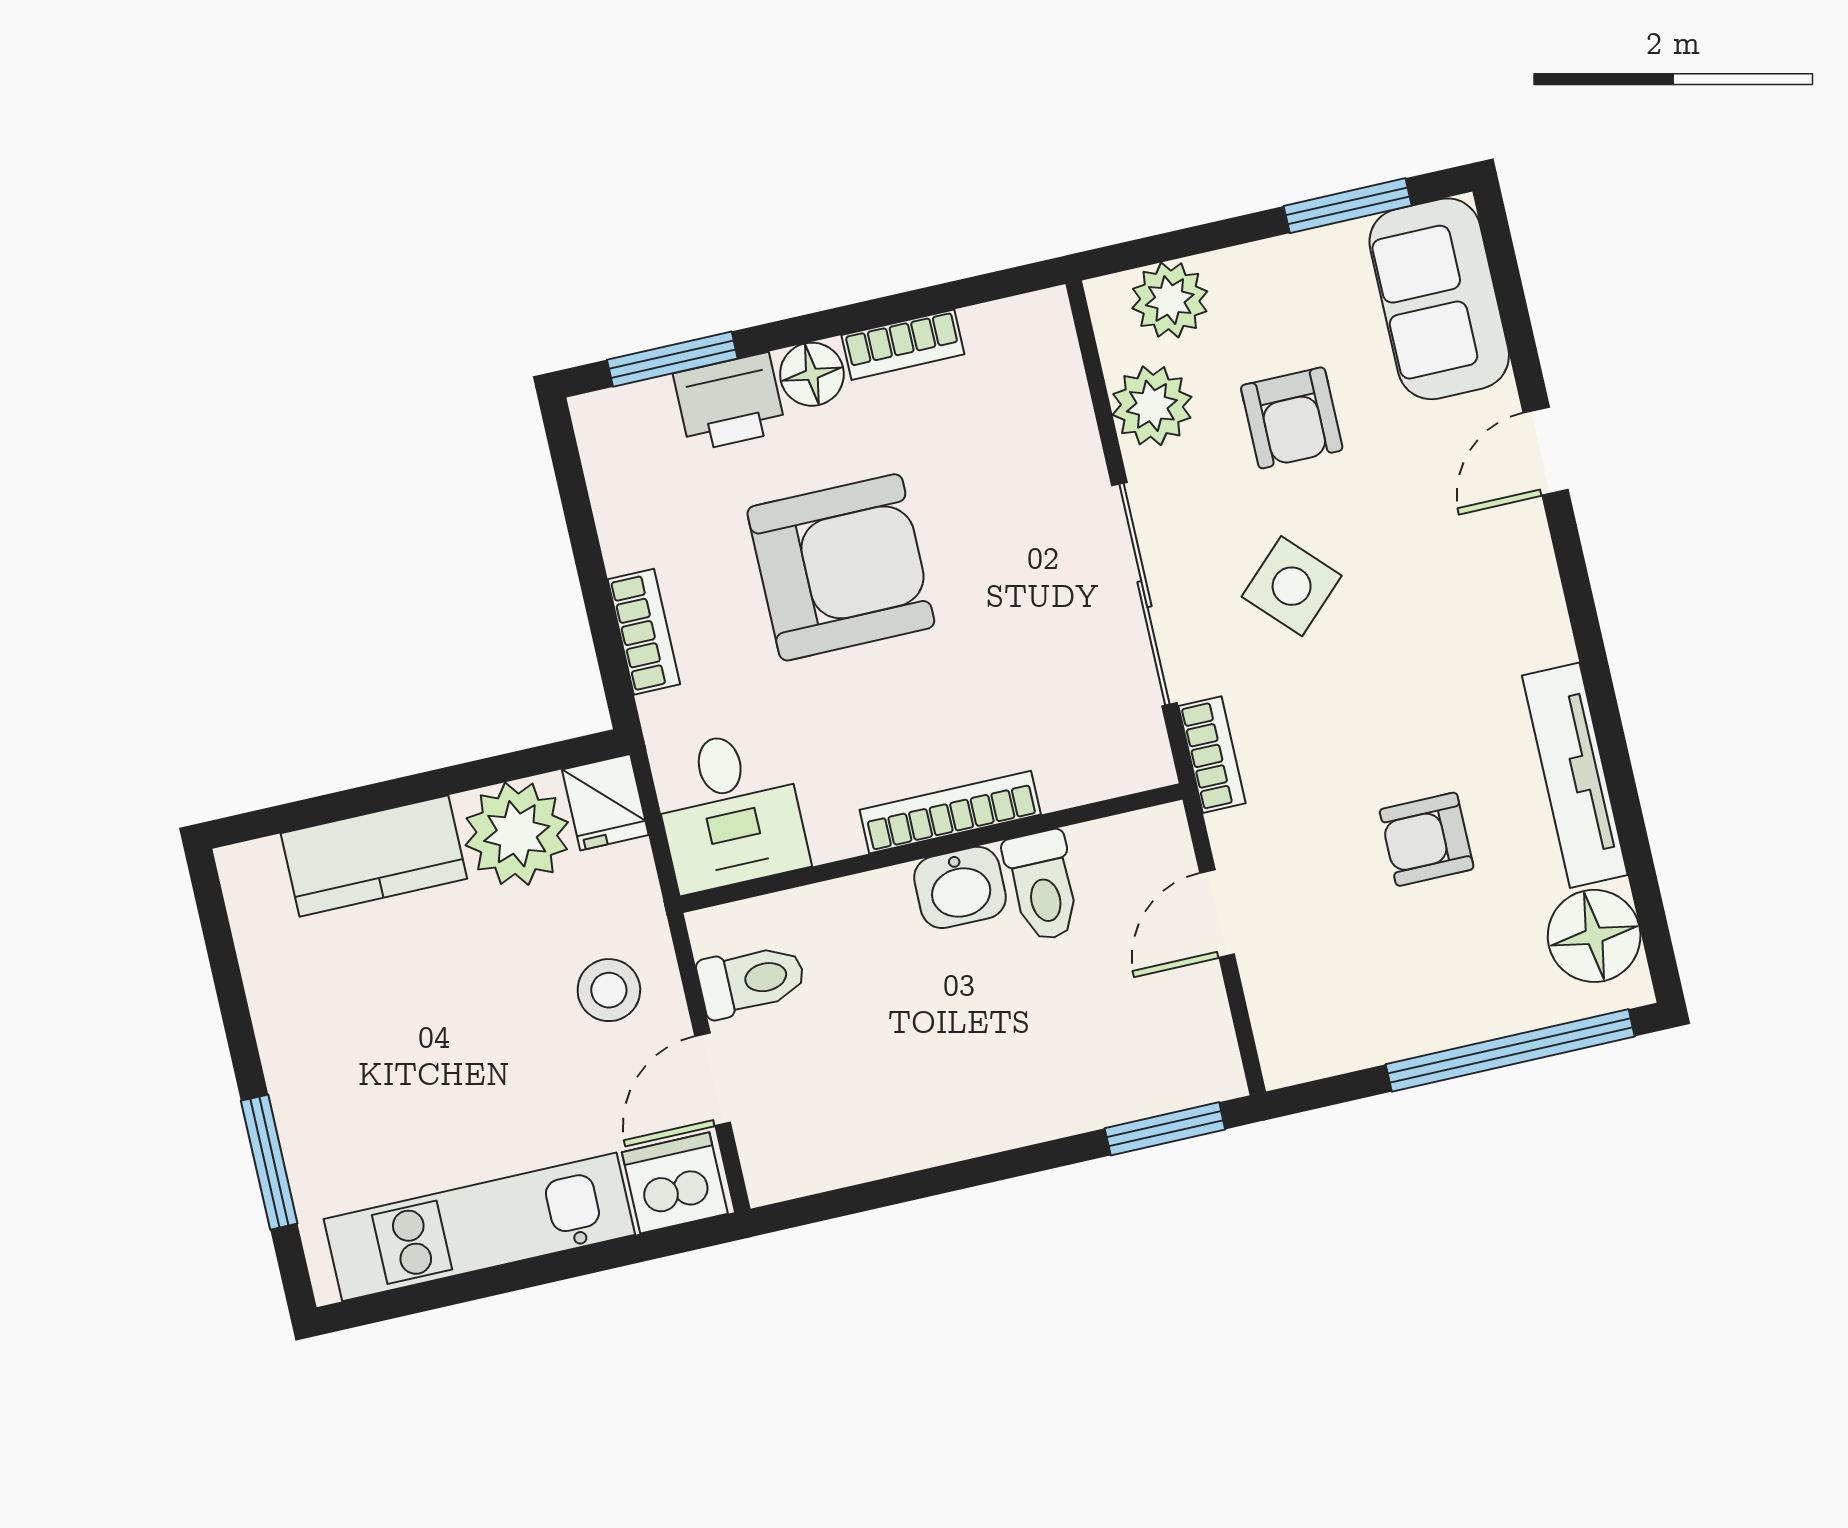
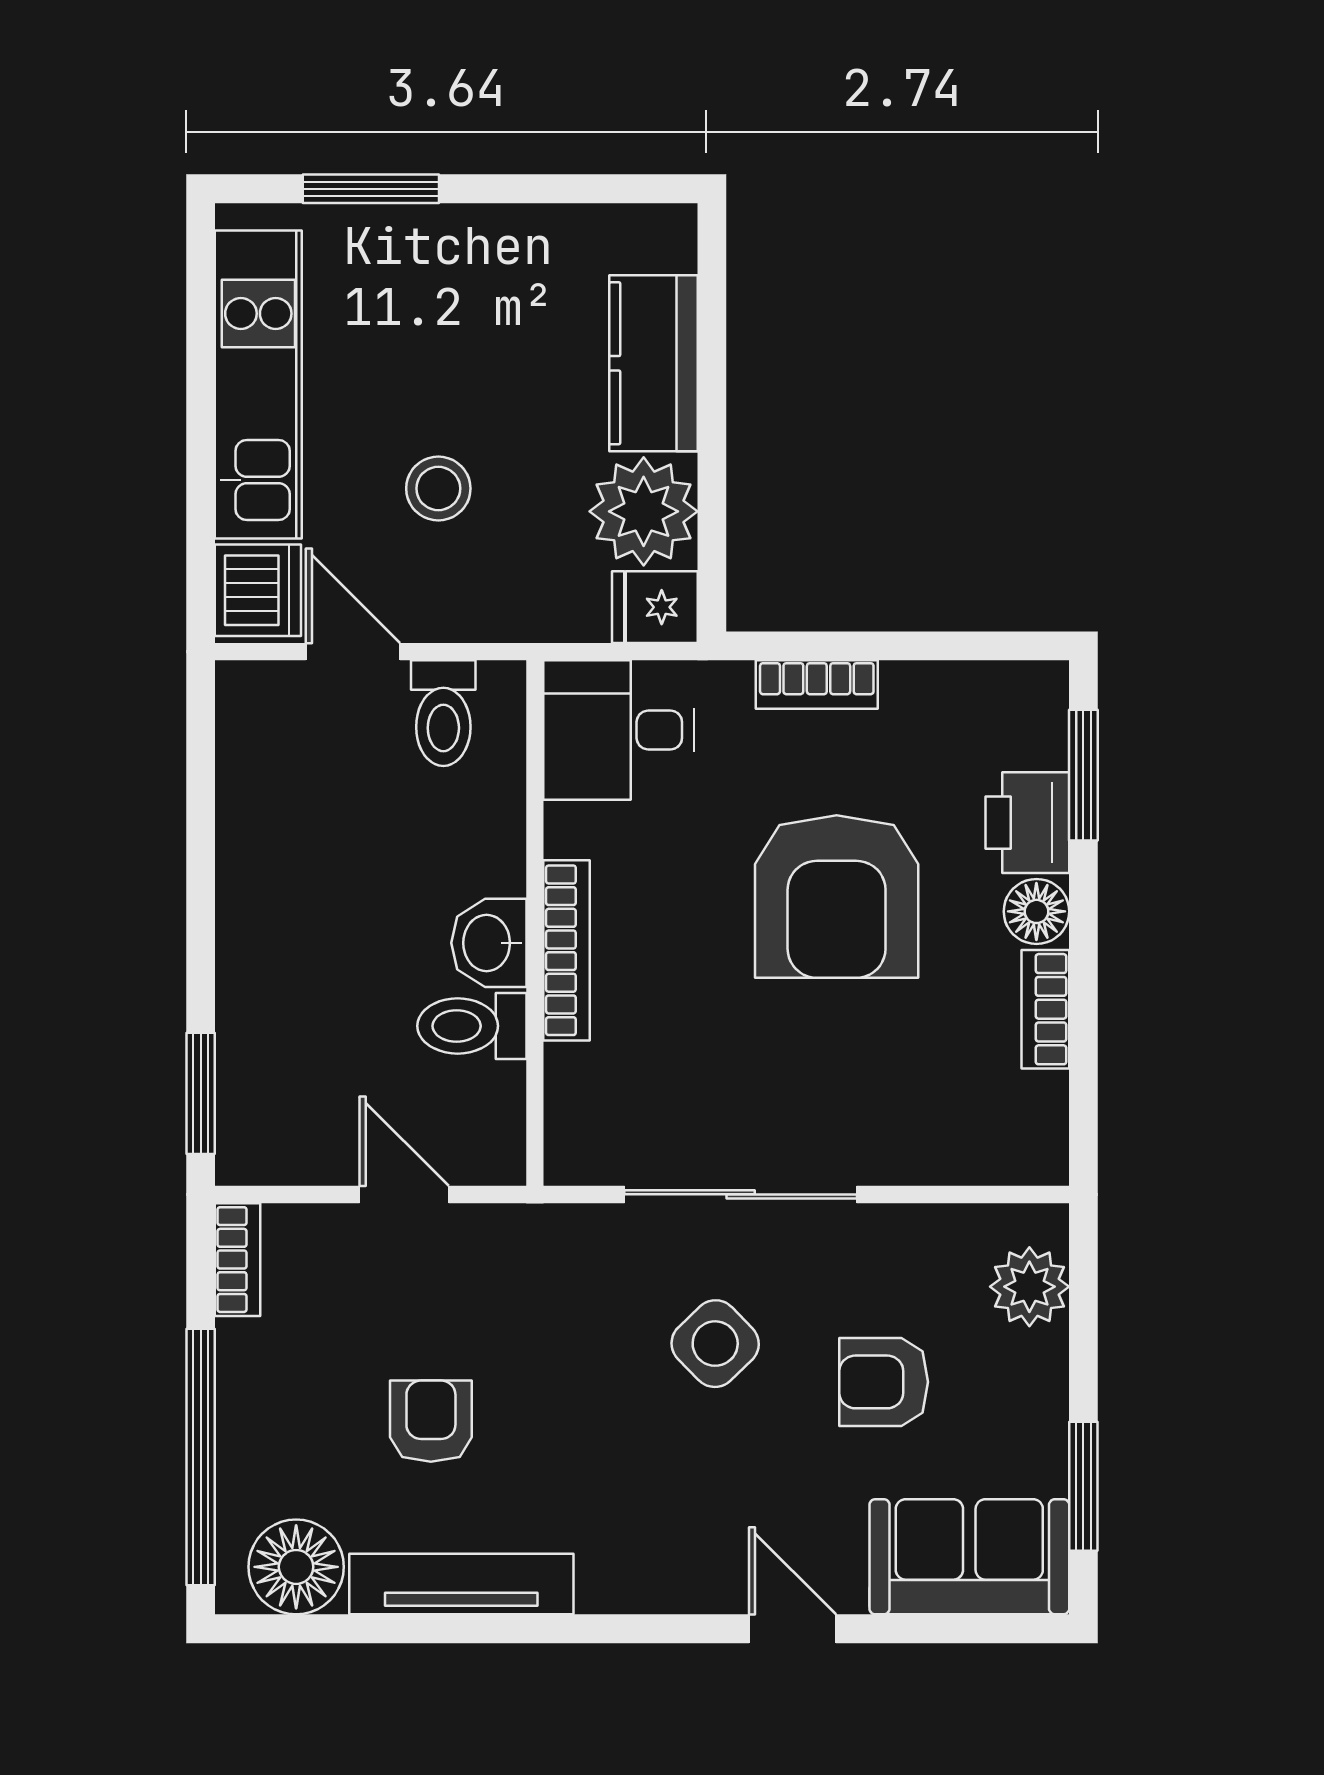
plant: (1152, 406) -> (928, 1245), removed
bookcase: (1212, 755) -> (237, 1260), moved, turned -90
stool: (609, 990) -> (438, 488), moved

